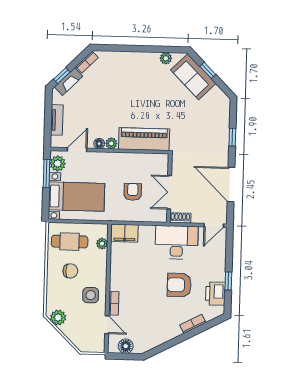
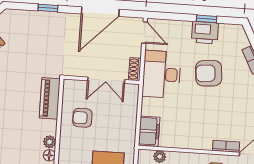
piano: (144, 139) -> (50, 98), width x0.73, depth x0.75
armchair: (133, 192) -> (82, 118), moved
armchair: (179, 285) -> (209, 73), turned 85
printer: (215, 294) -> (205, 33), moved

